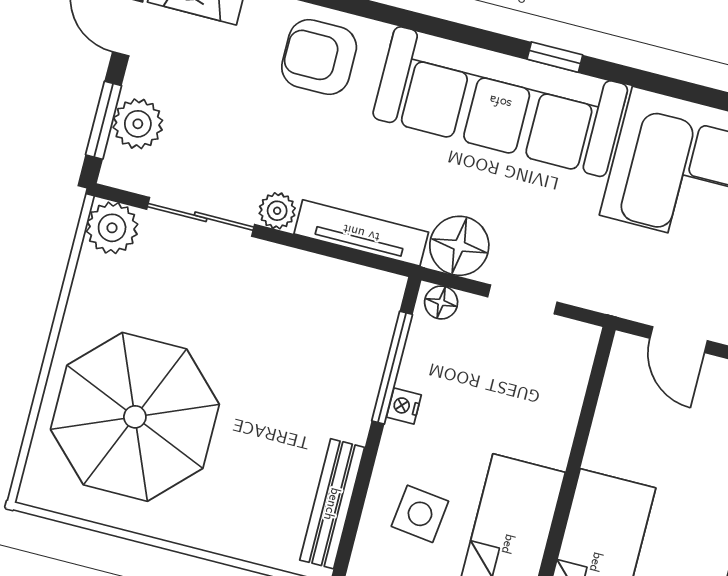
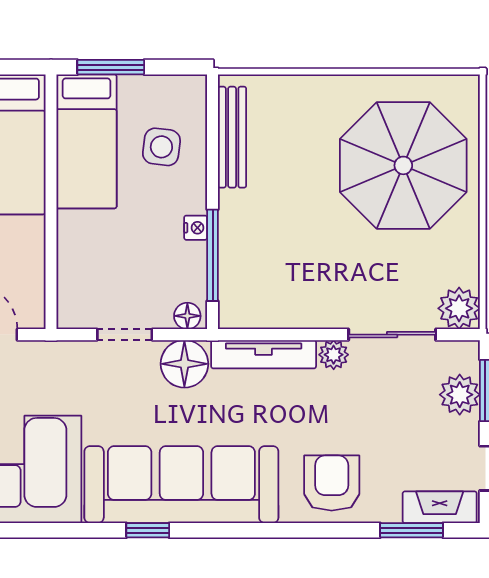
armchair: (319, 57) -> (332, 483), turned -90

